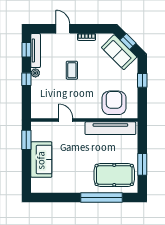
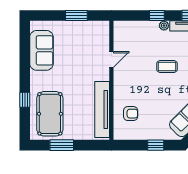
armchair: (114, 103) -> (131, 114), width x0.53, depth x0.53
window: (26, 140) -> (76, 16), moved
sofa: (41, 160) -> (41, 50), moved, turned -90
window: (102, 197) -> (25, 100), width x0.32

